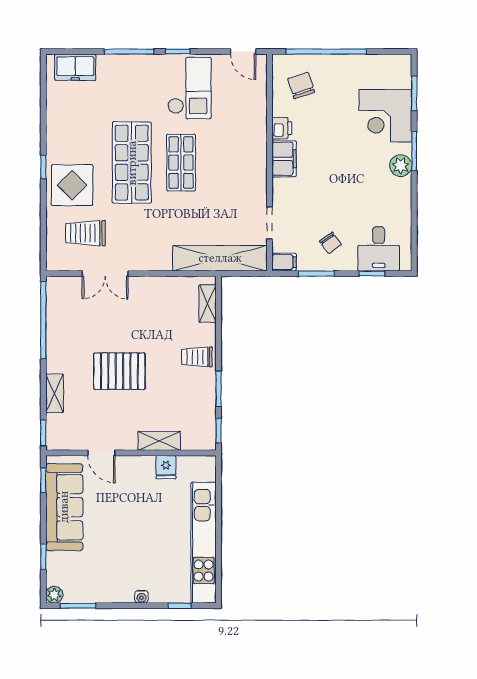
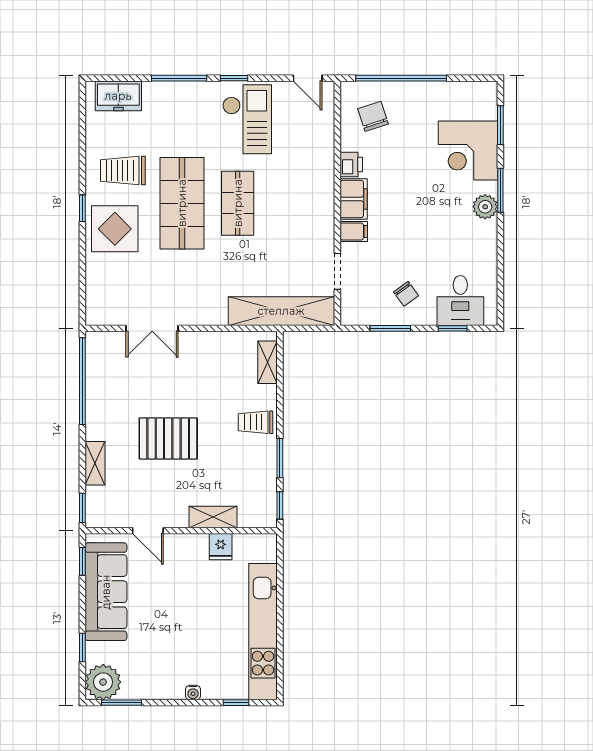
trolley: (85, 233) -> (123, 171), moved
filing cabinet: (284, 262) -> (354, 231), moved
plant: (54, 595) -> (103, 682), width x1.88, depth x1.88

